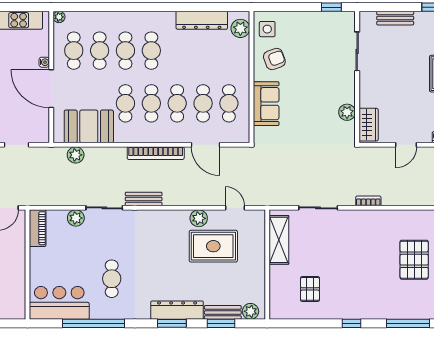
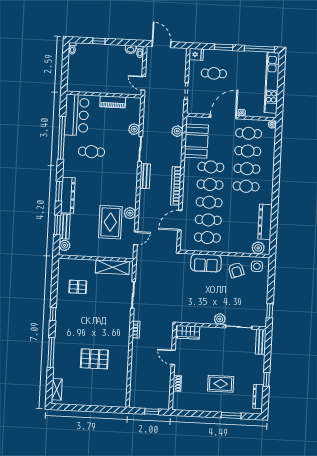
bench: (395, 18) -> (261, 342), moved
plant: (347, 112) -> (220, 319), moved
piano: (38, 228) -> (113, 102), moved

